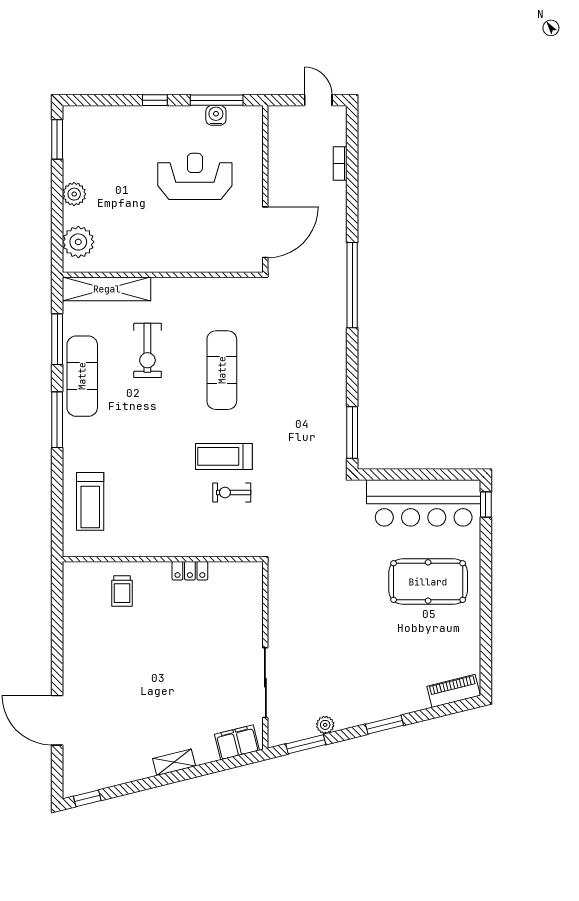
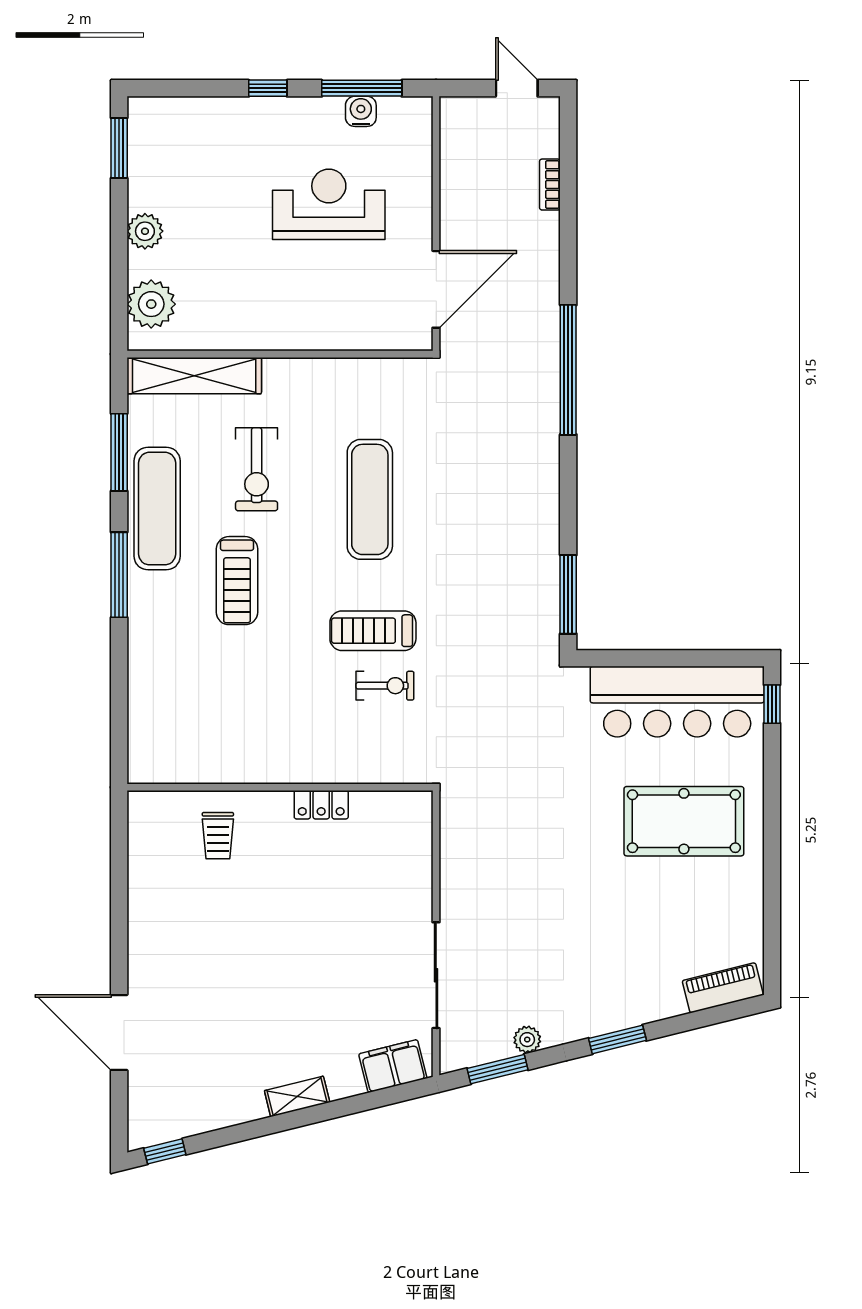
exercise bike: (232, 493) -> (385, 686), turned 180
treadmill: (90, 501) -> (237, 581), moved

